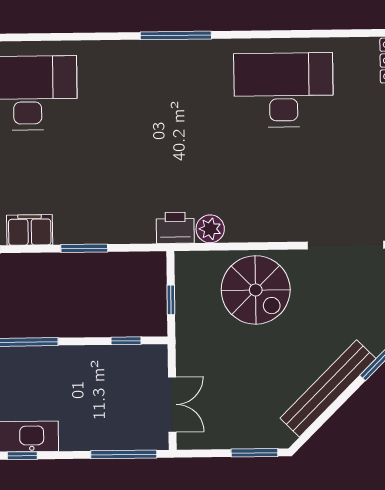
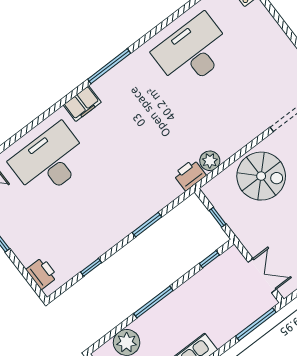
filing cabinet: (30, 230) -> (82, 104), moved, turned 180

